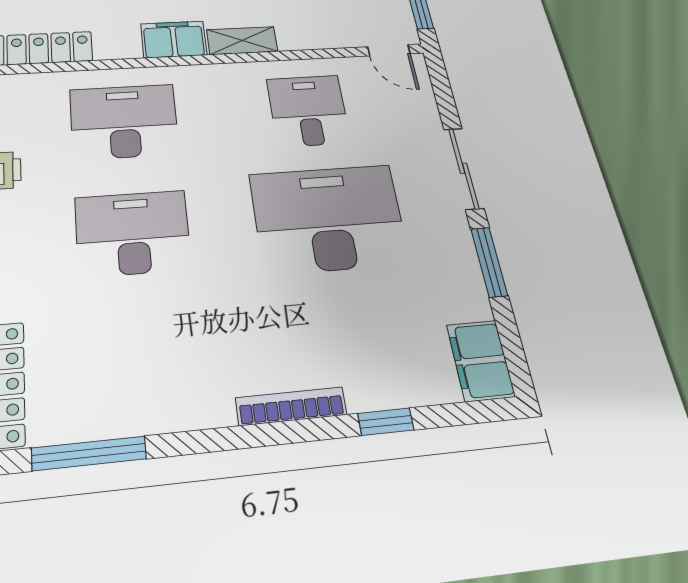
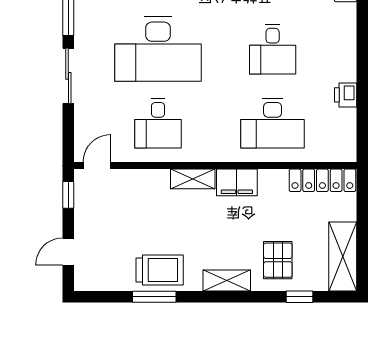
door: (389, 50) -> (97, 166), hinge flipped
desk: (133, 233) -> (273, 49), width x0.73

